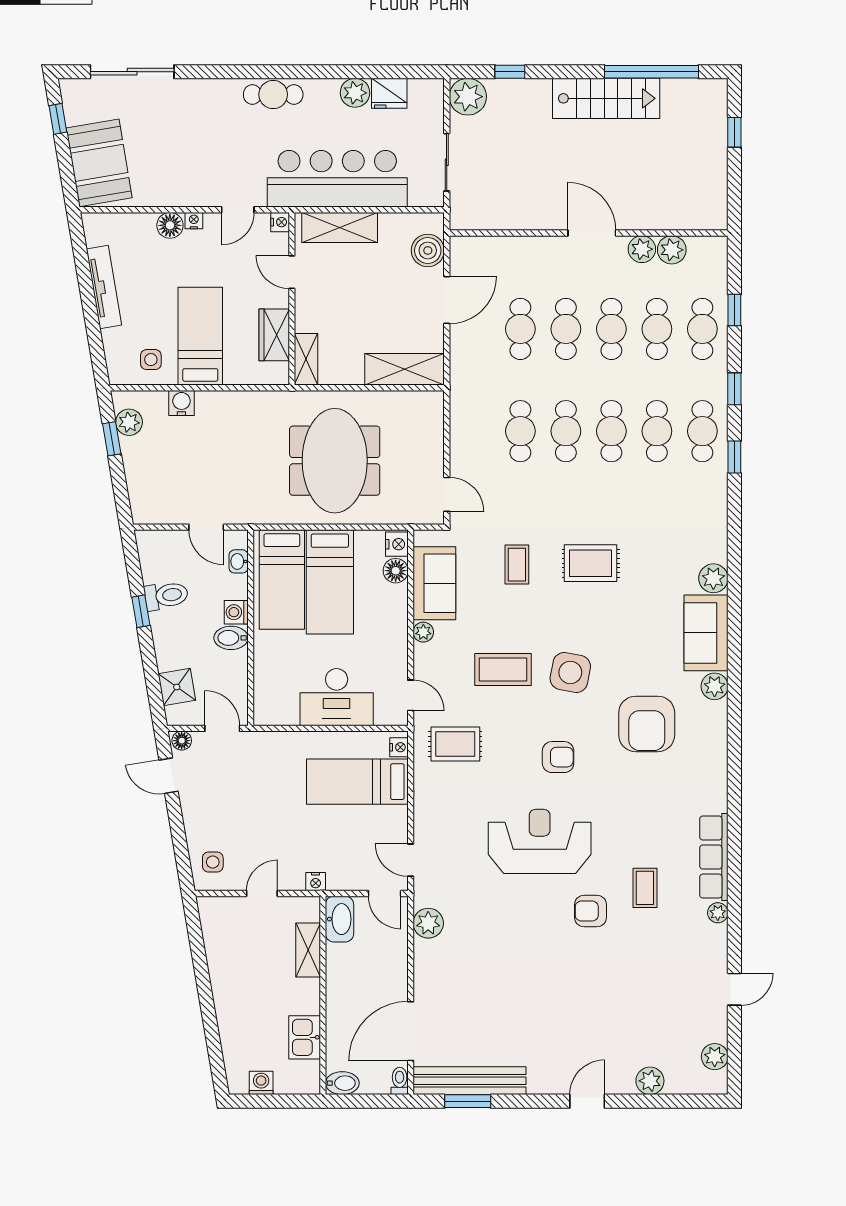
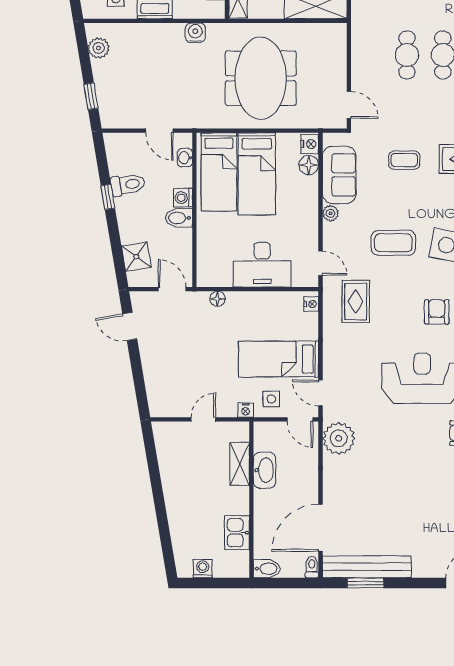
water cooler: (181, 403) -> (195, 33), moved
window: (112, 439) -> (91, 96), moved
coffee table: (517, 565) -> (404, 160), turned 90
floor lamp: (182, 741) -> (218, 299), moved
rug: (455, 744) -> (356, 302), turned 90
armchair: (558, 757) -> (437, 312), turned -90
bed: (357, 782) -> (278, 359), moved
side table: (213, 862) -> (271, 399), moved
washbasin: (340, 919) -> (264, 470), moved
plant: (428, 923) -> (339, 438), width x1.36, depth x1.36

